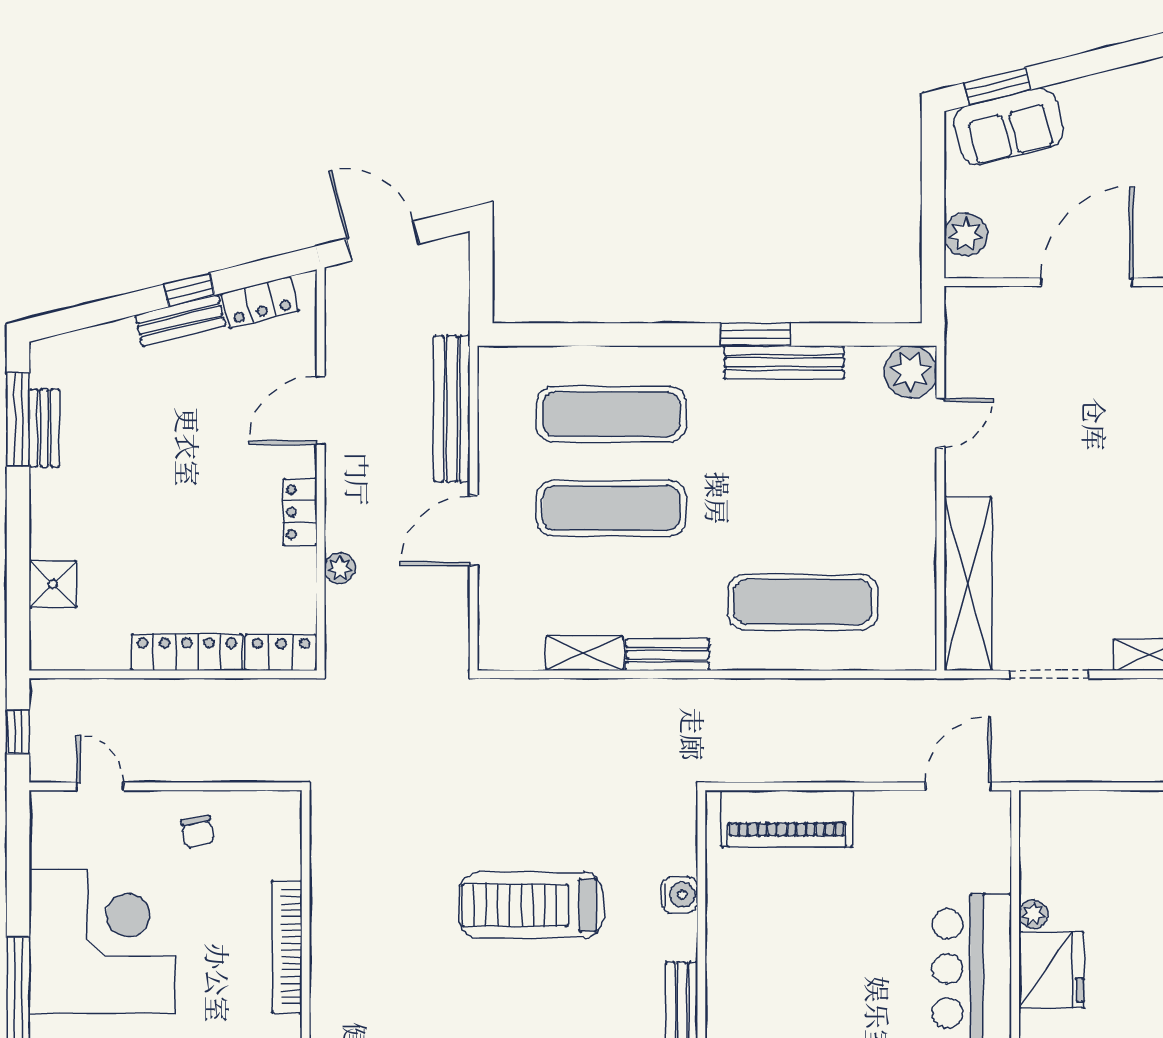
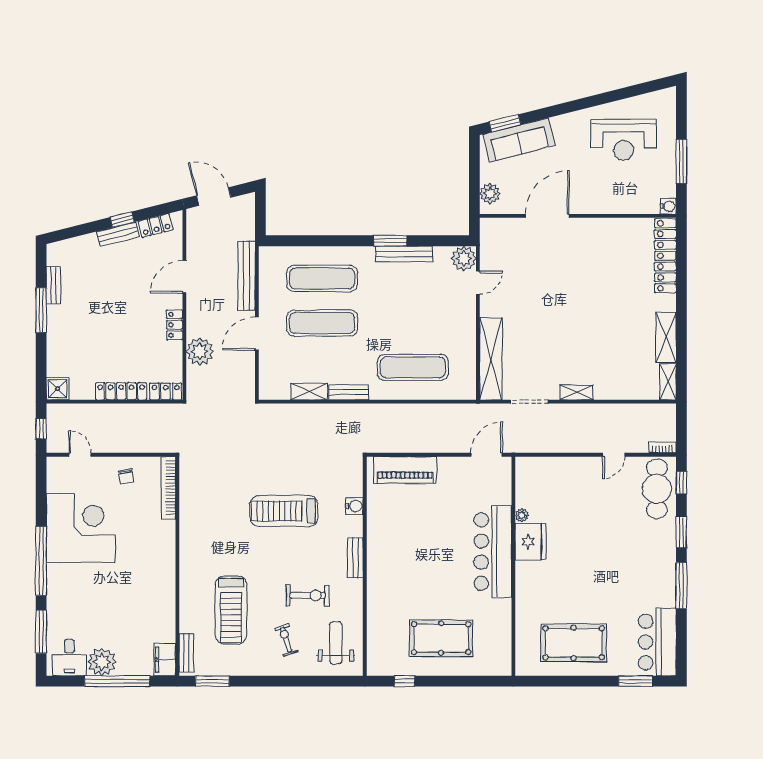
sofa: (1009, 126) -> (519, 140), width x1.36
window: (18, 419) -> (41, 310), moved
plant: (340, 568) -> (200, 351), width x1.88, depth x1.88
shower: (53, 584) -> (58, 389), moved
bookcase: (287, 947) -> (168, 488), moved

